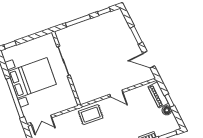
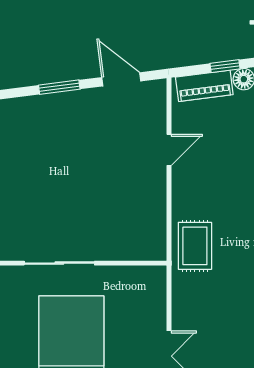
door: (149, 60) -> (121, 79), swing flipped
door: (116, 93) -> (169, 150), moved

